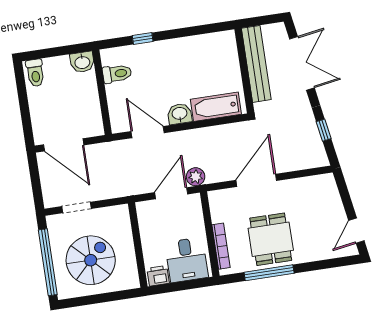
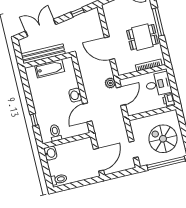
bathtub: (216, 107) -> (50, 69), moved, turned -90
door: (171, 193) -> (121, 96), swing flipped
window: (269, 273) -> (158, 22), moved

